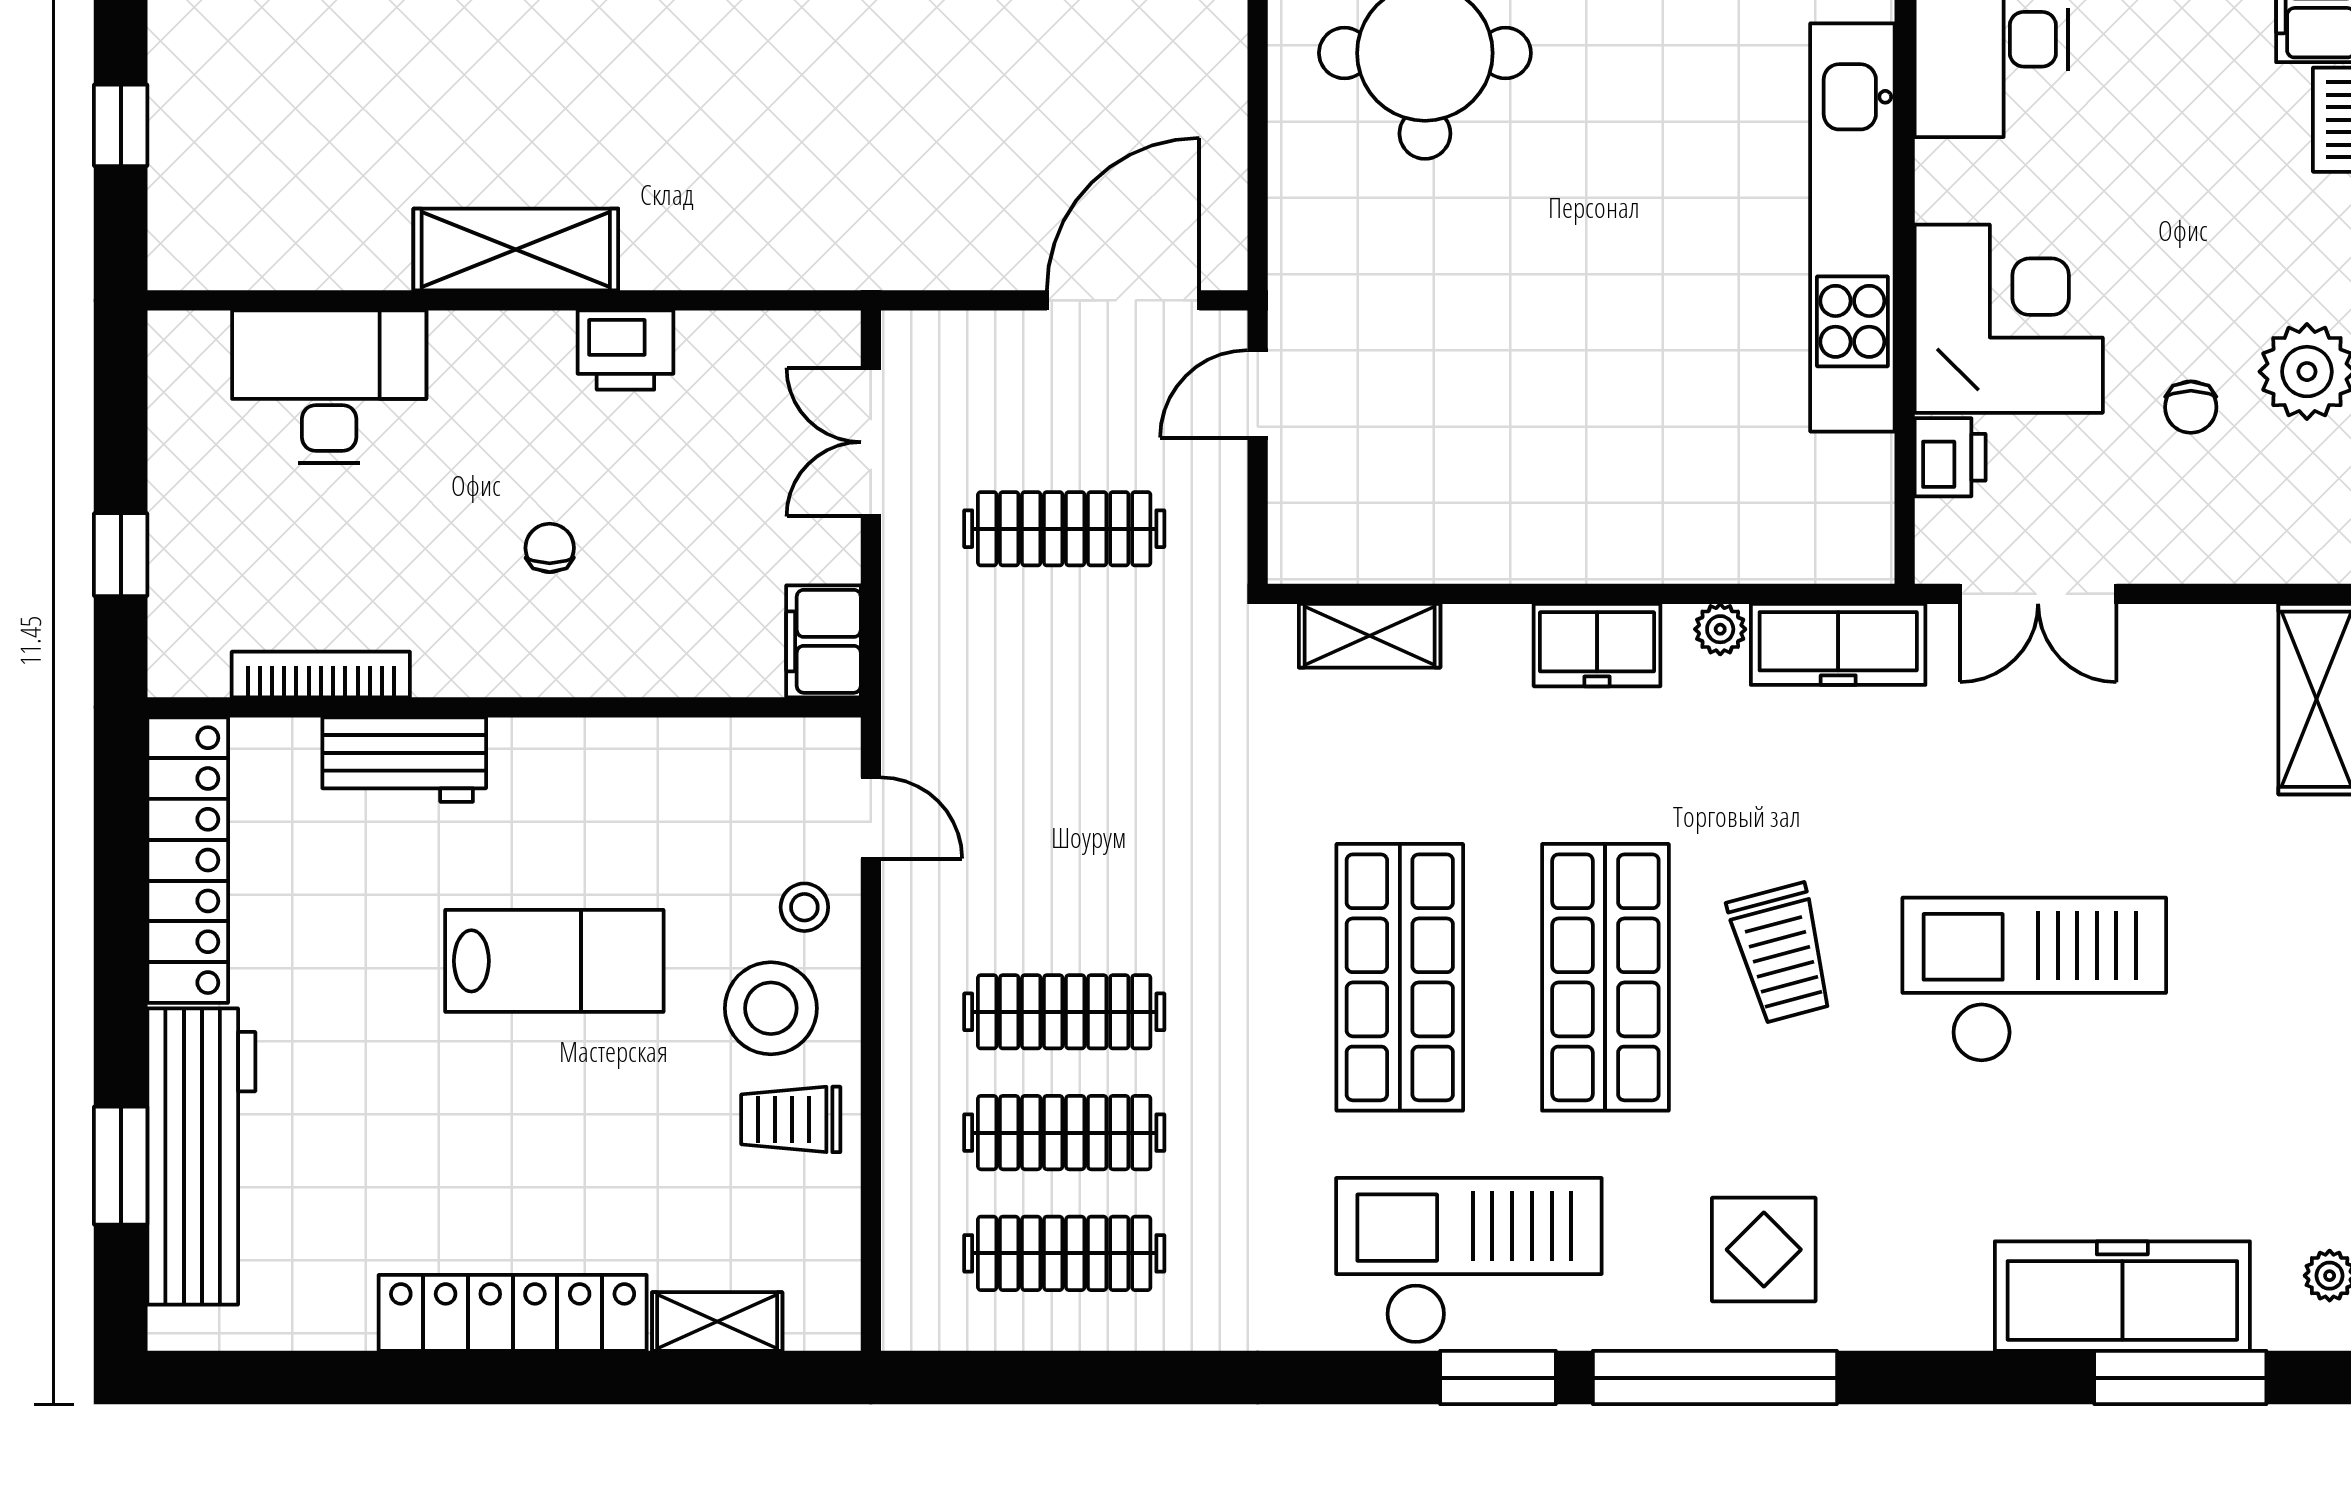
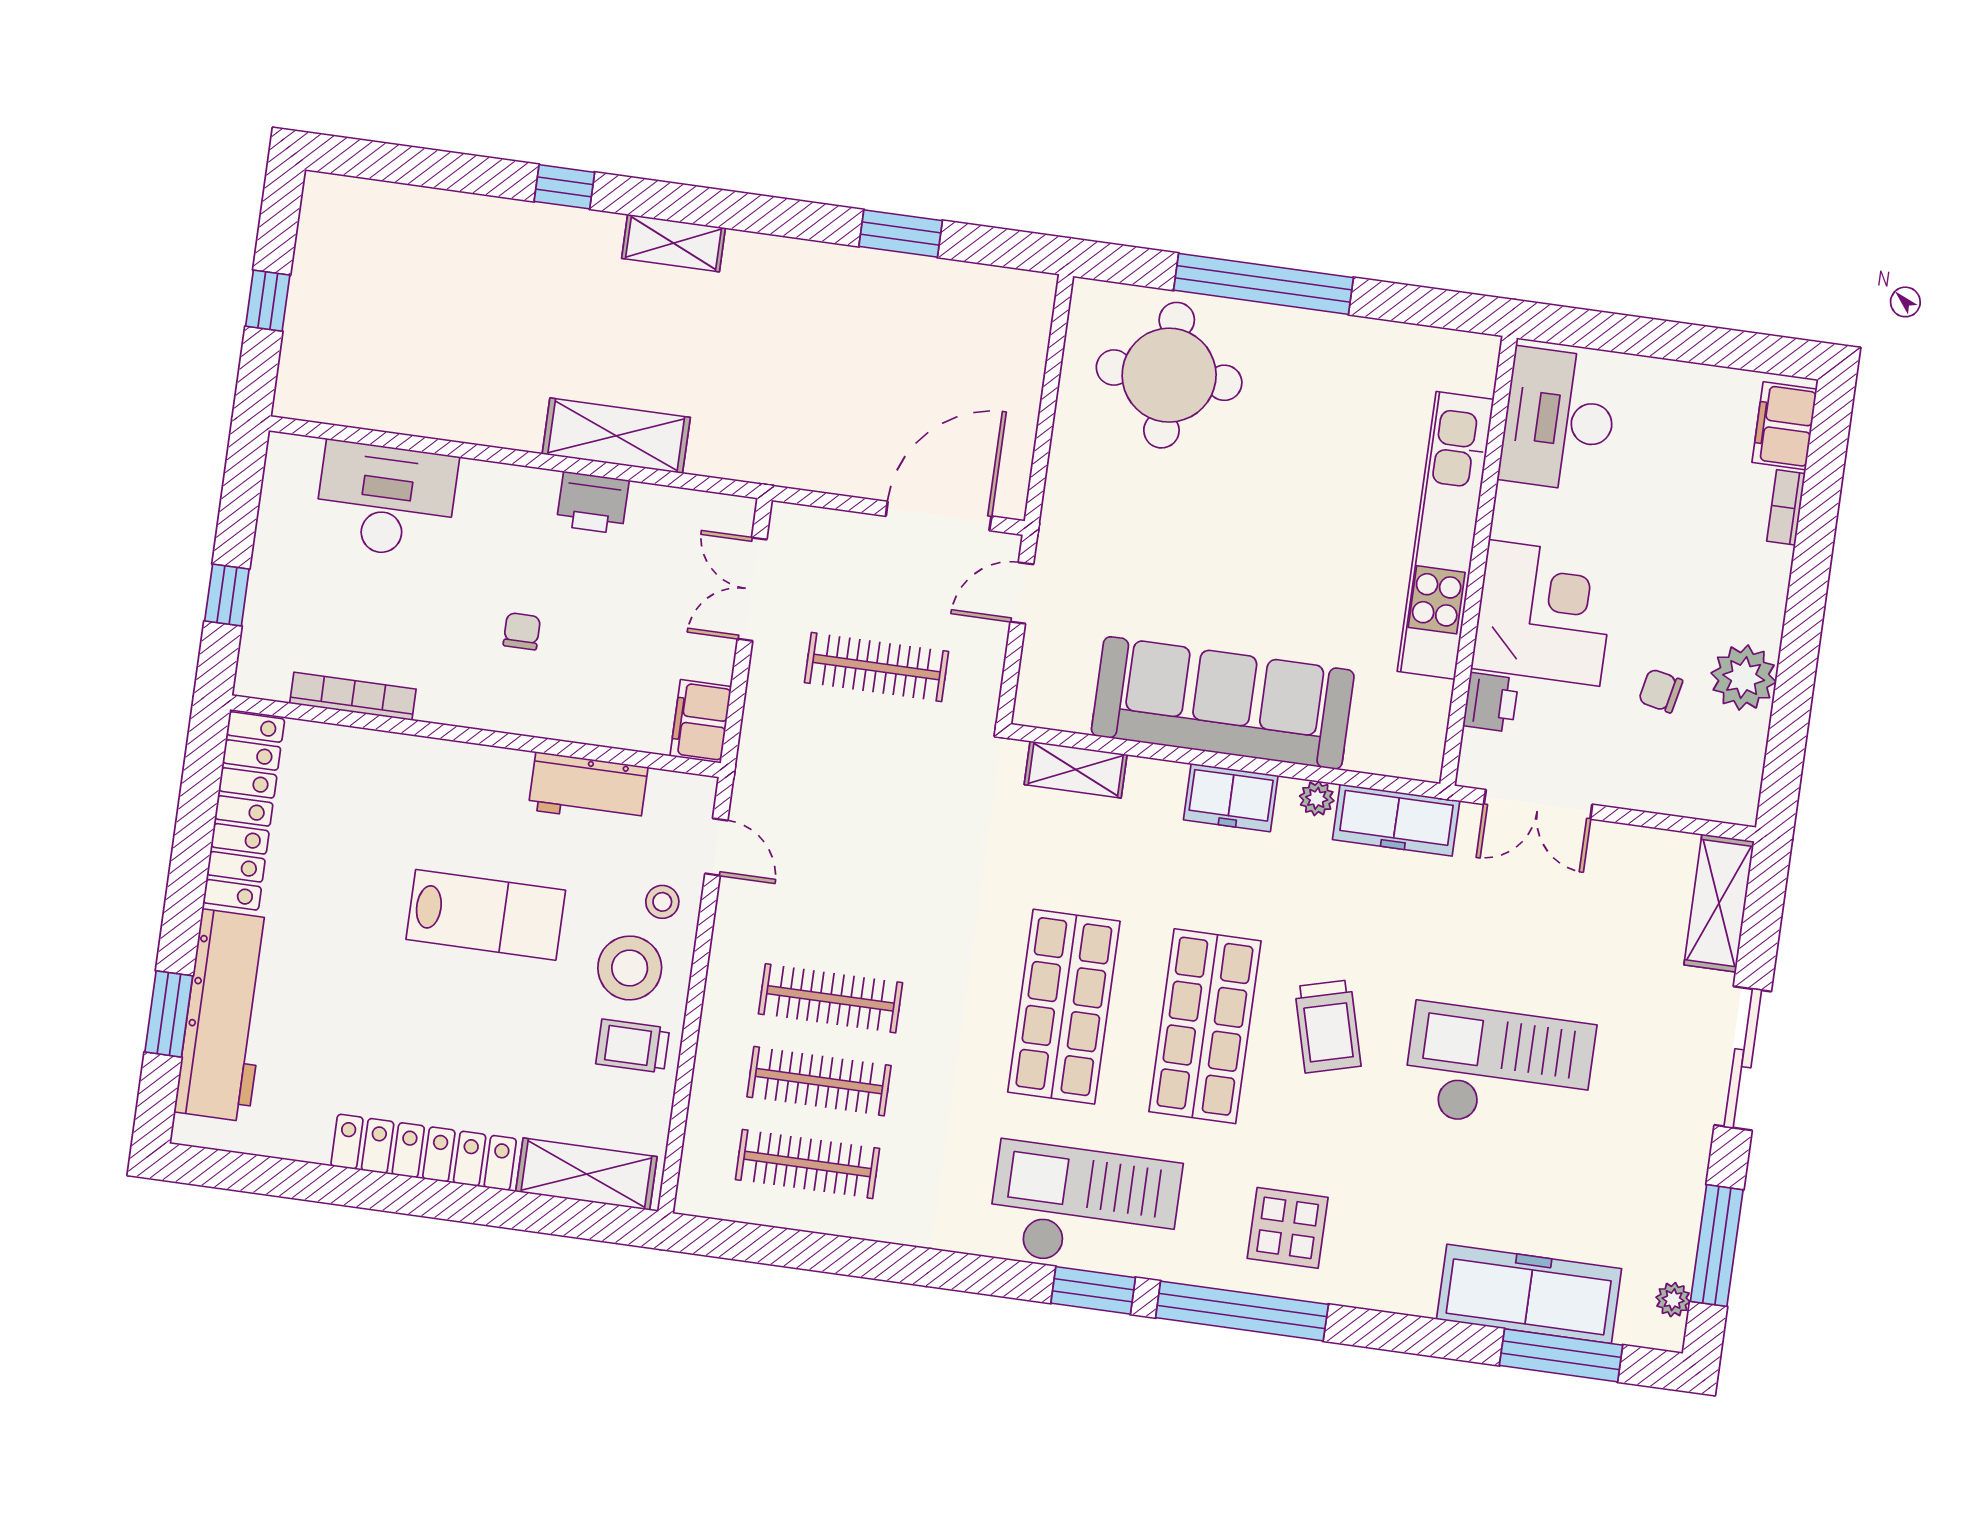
shelving: (516, 250) -> (616, 436), moved
chair: (2191, 407) -> (1661, 691), turned 102
sofa: (1567, 511) -> (1223, 703), added
workbench: (404, 760) -> (588, 788), moved
shelving: (717, 1321) -> (586, 1174), width x1.50, depth x1.33

